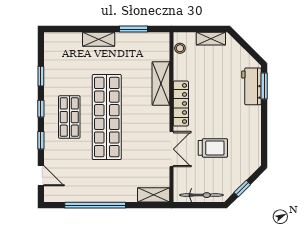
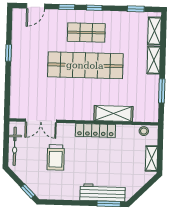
window: (41, 76) -> (136, 9), moved
workbench: (251, 86) -> (103, 193), width x1.38
double door: (171, 149) -> (41, 121), moved
window: (242, 189) -> (28, 191), moved
shelving: (154, 195) -> (154, 31), moved
window: (95, 205) -> (9, 53), width x0.32

